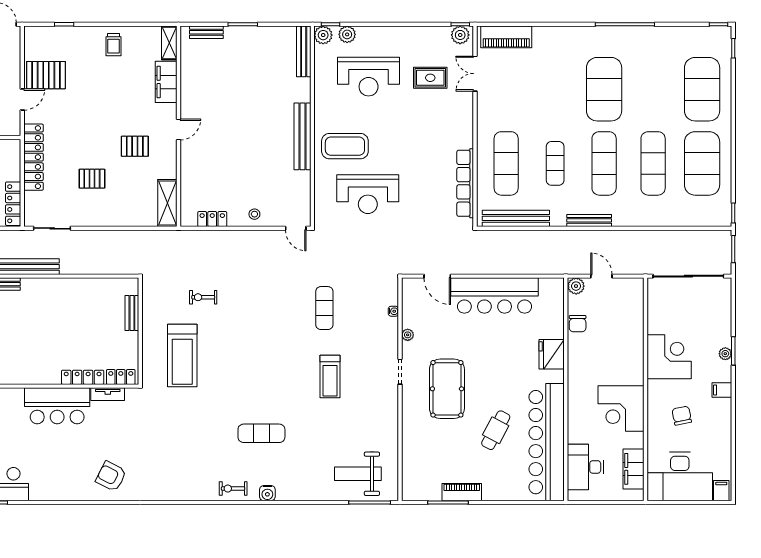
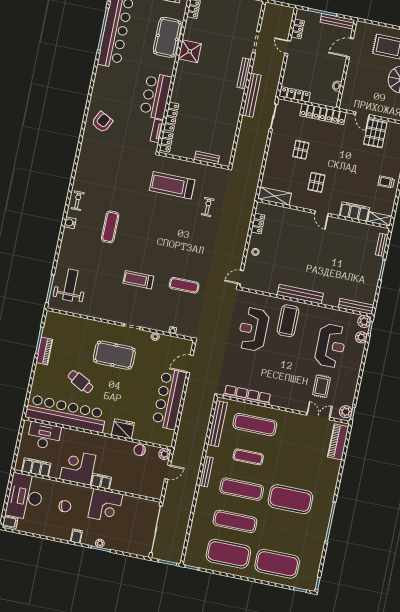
reception desk: (369, 77) -> (331, 346), turned 180
filing cabinet: (635, 370) -> (101, 481), added

